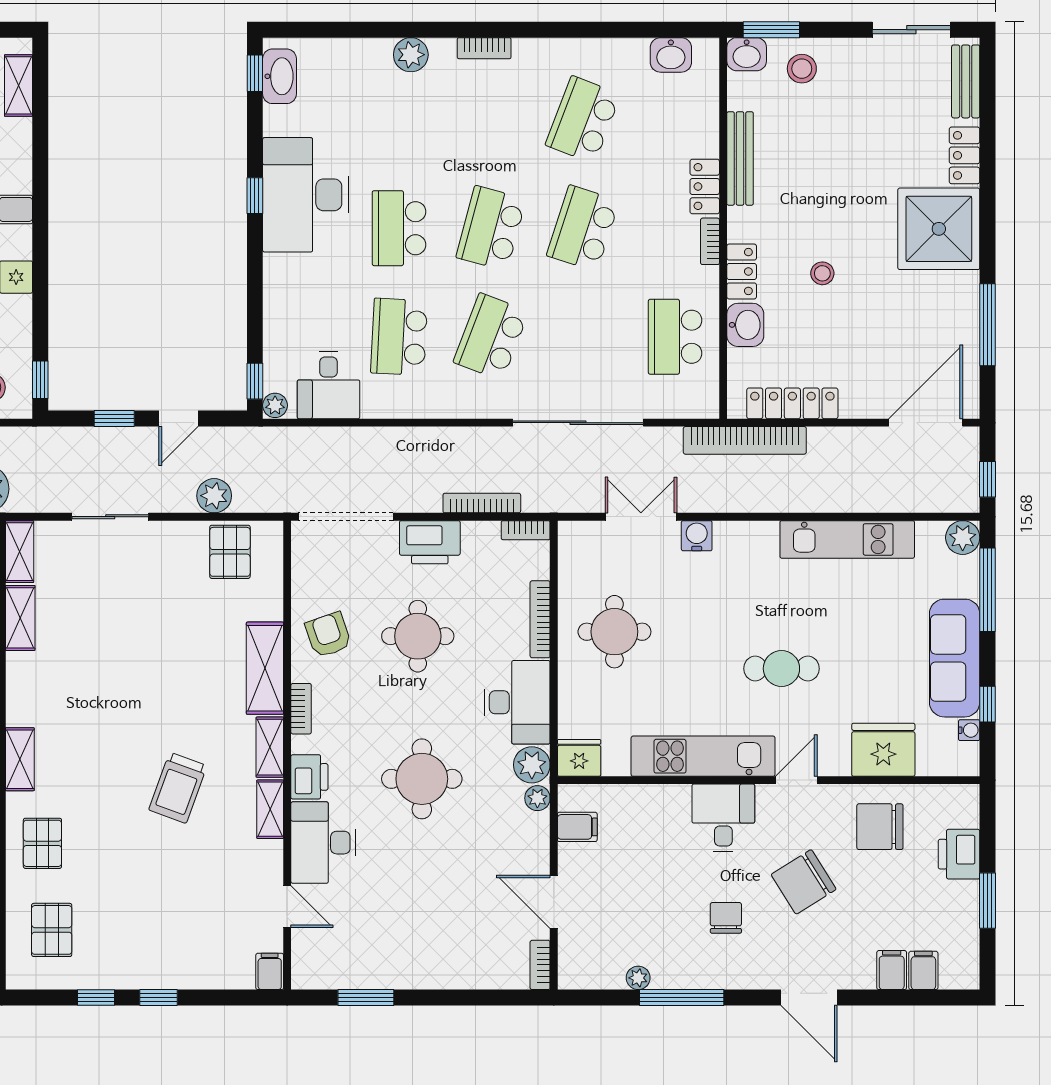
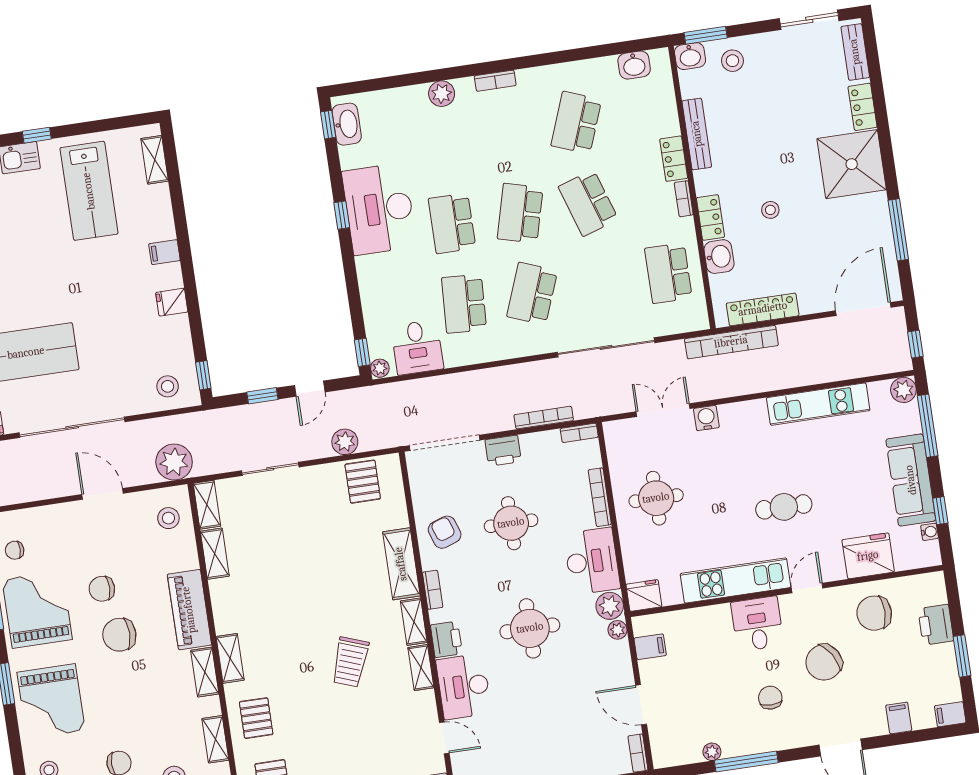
school desk: (583, 228) -> (588, 203), turned -36
printer: (430, 542) -> (503, 451), width x0.73, depth x0.84
filing cabinet: (923, 970) -> (950, 714), moved, turned -90

